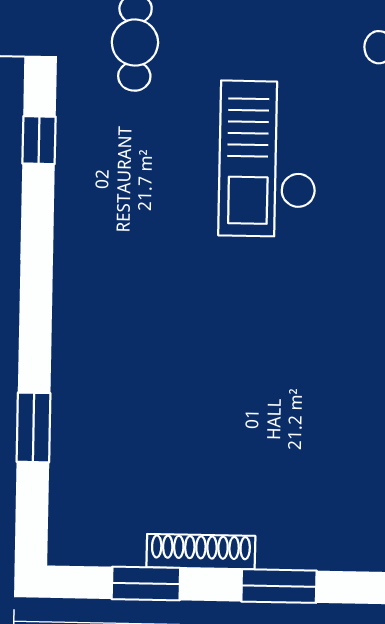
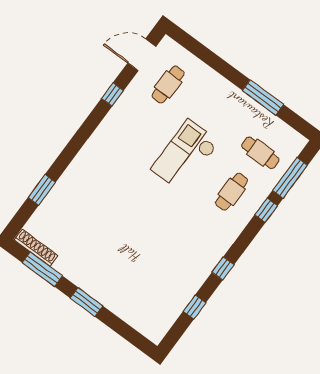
shoe rack: (201, 552) -> (36, 248), moved
window: (146, 583) -> (42, 269), width x1.44

